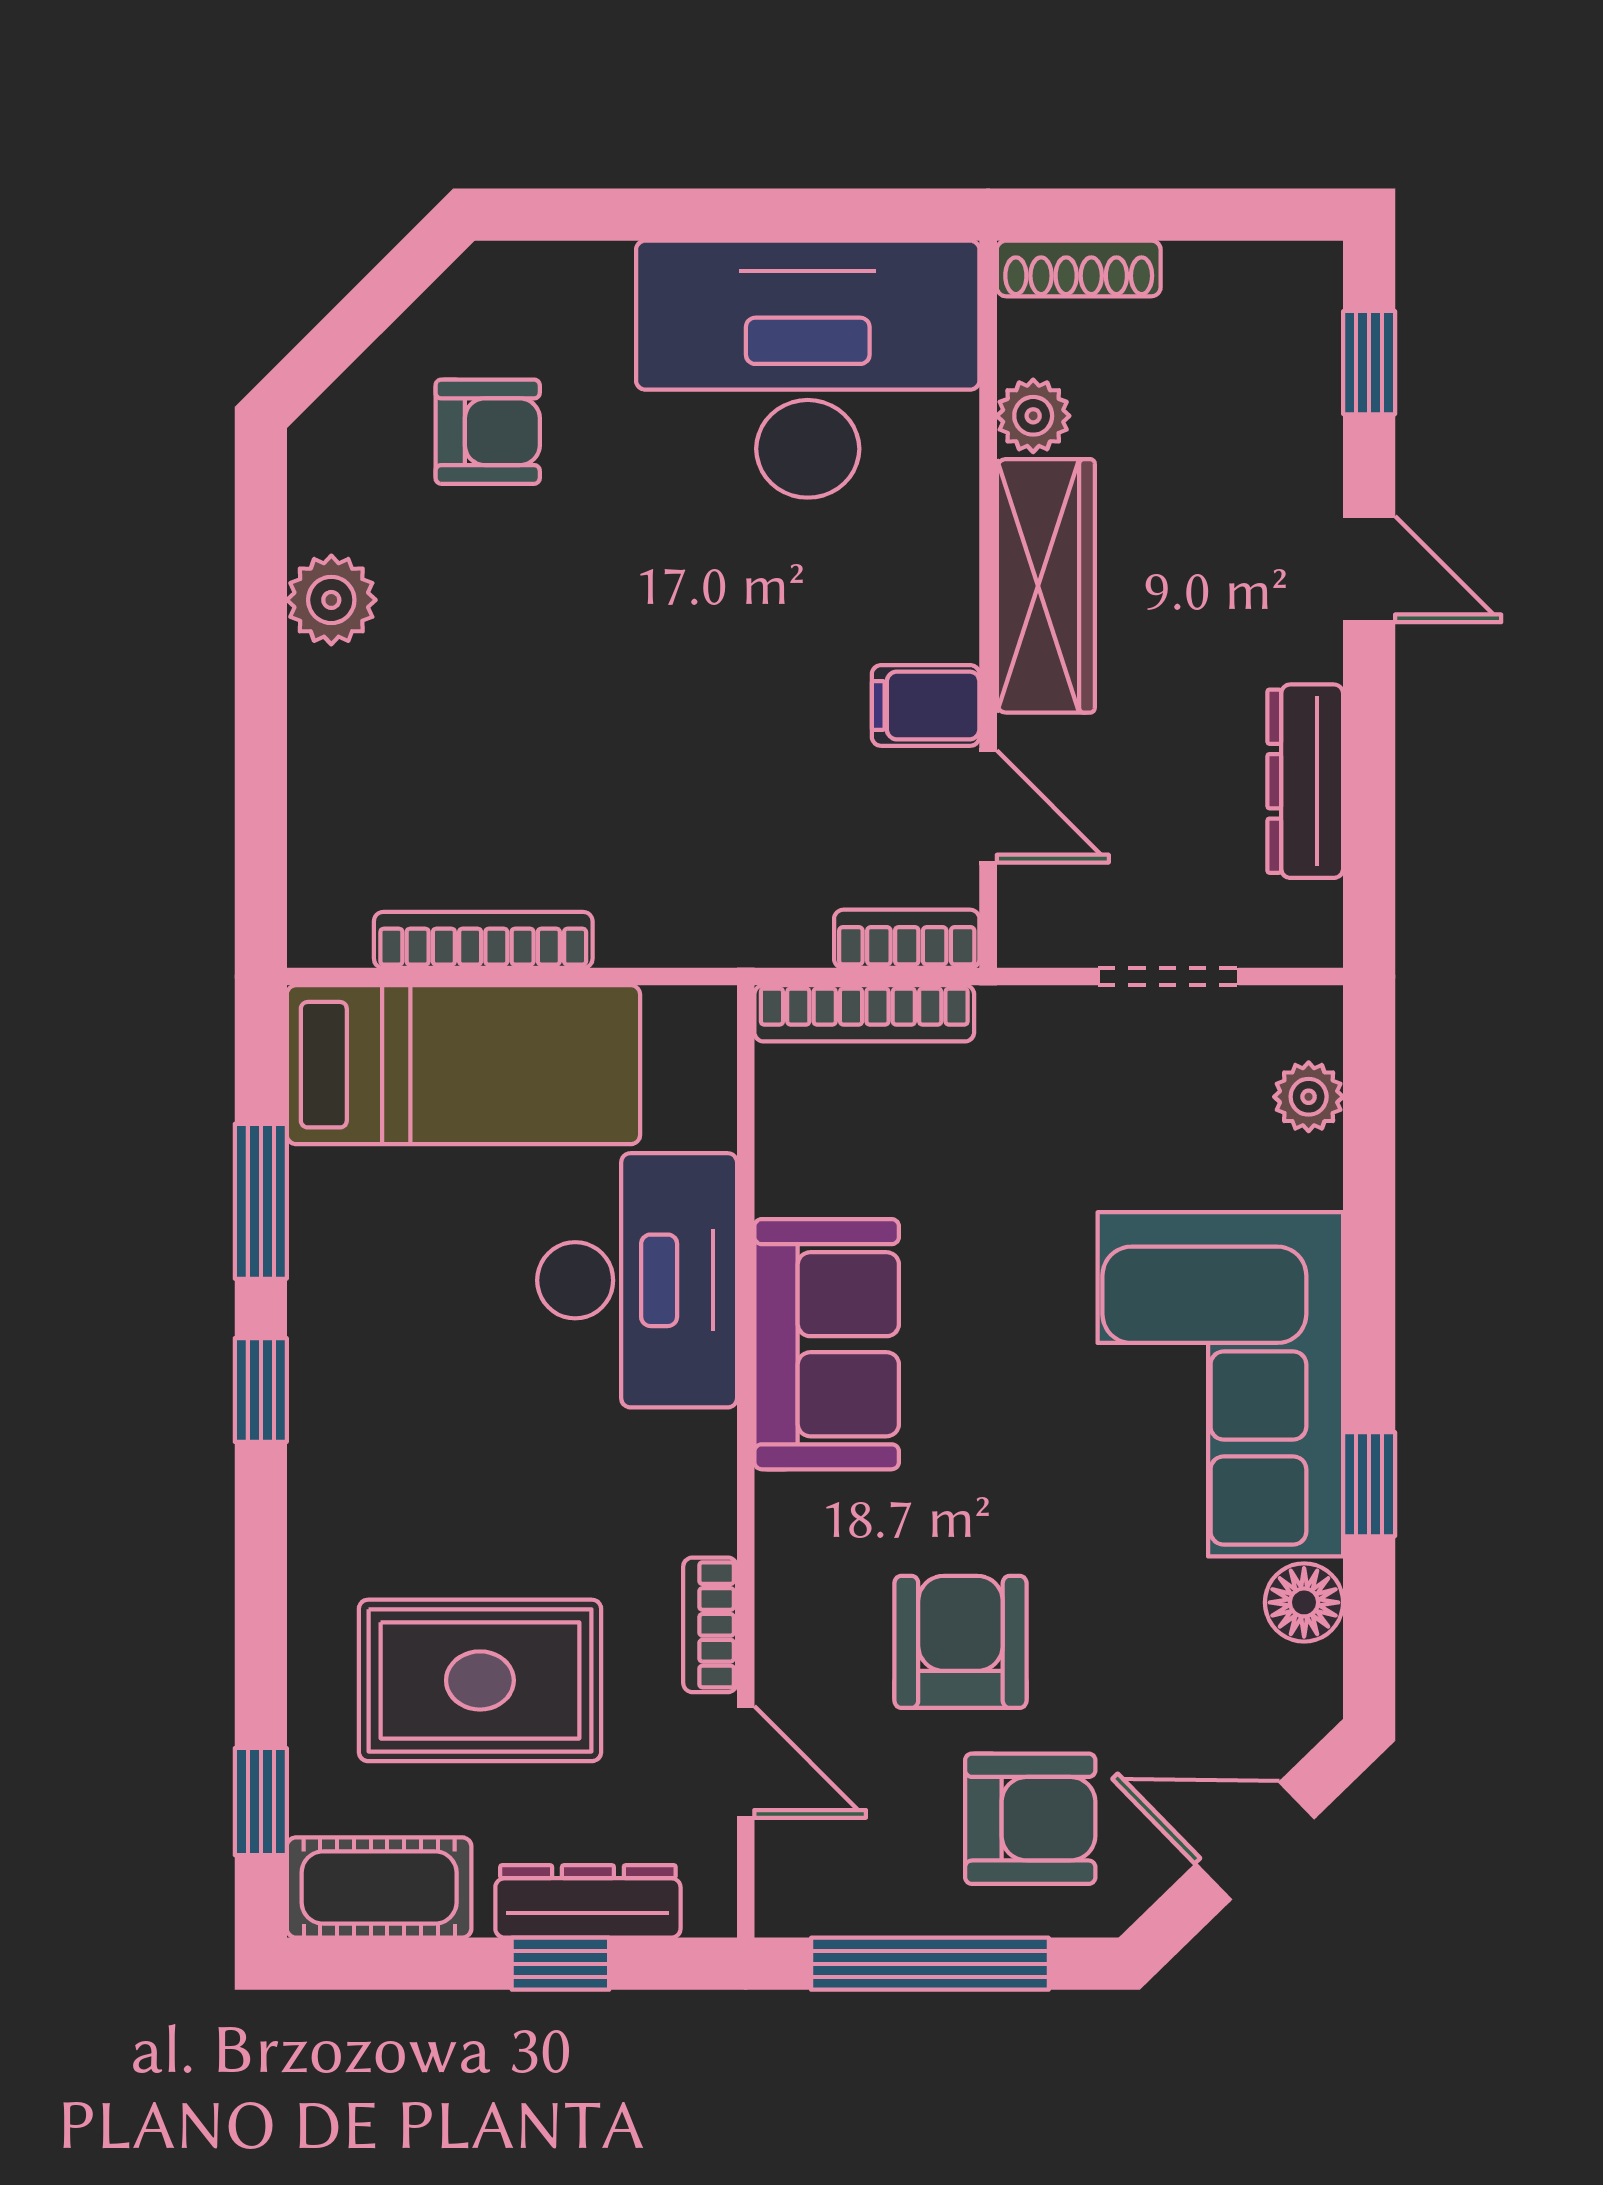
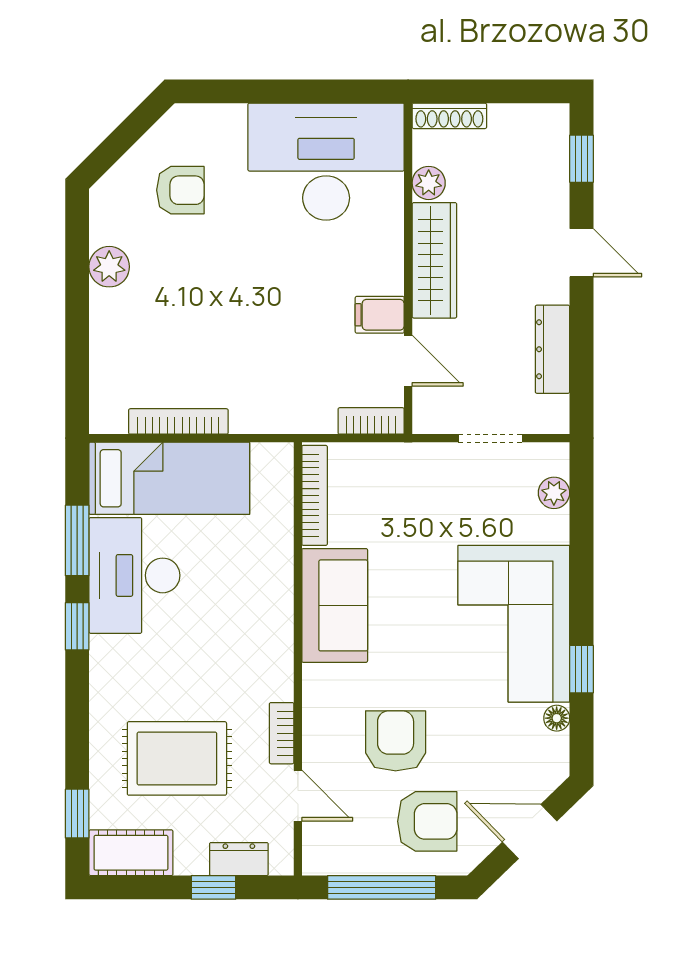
bookcase: (864, 1013) -> (315, 495), moved, turned -90
desk: (637, 1280) -> (134, 575), moved, turned 180
floor lamp: (1304, 1602) -> (557, 718), width x0.73, depth x0.73
dresser: (588, 1901) -> (239, 859), width x0.70

